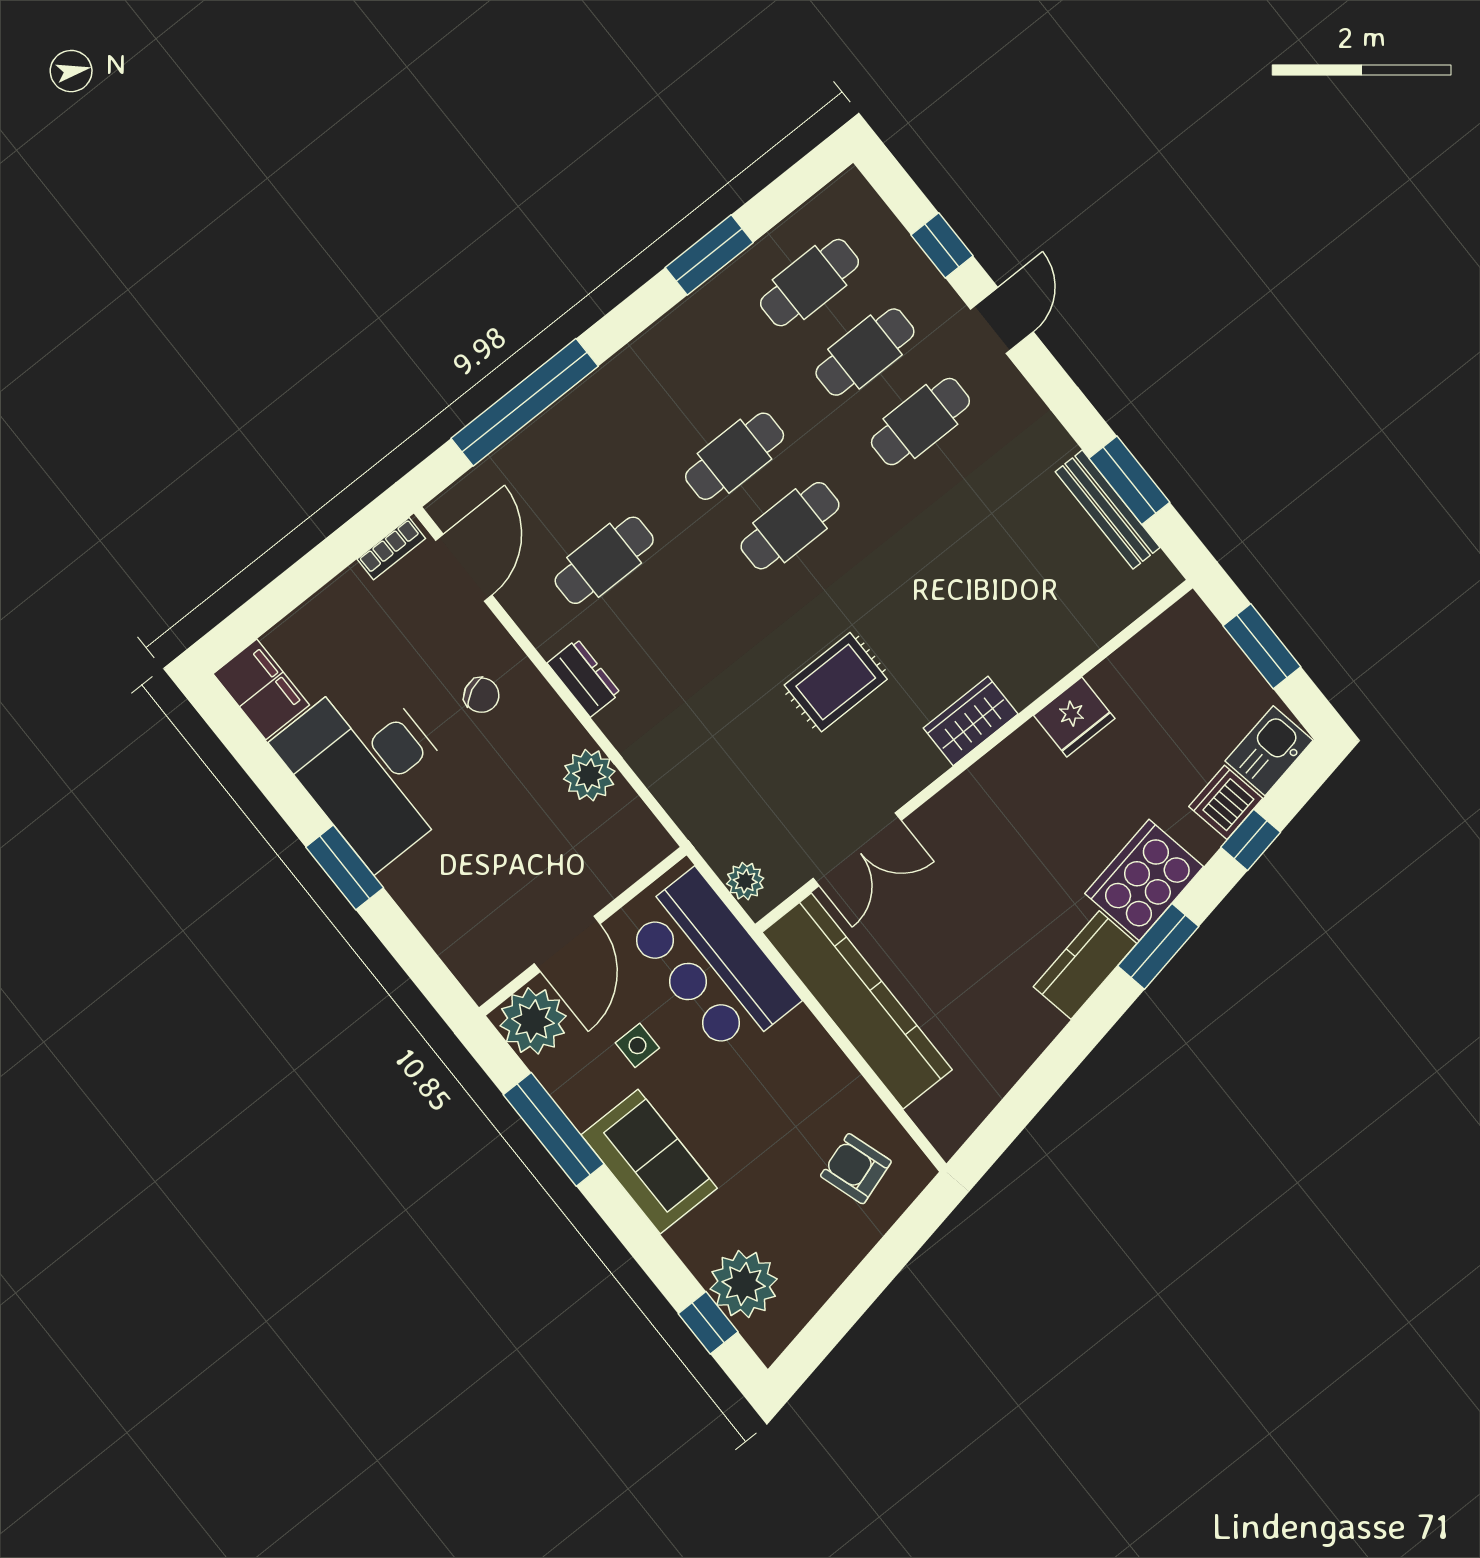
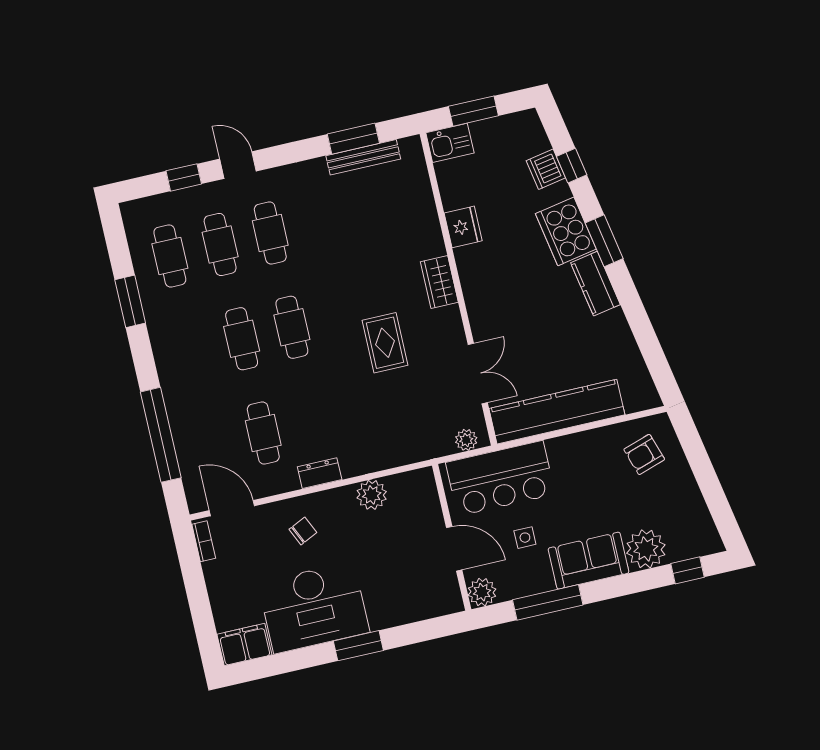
kitchen sink: (1269, 751) -> (450, 143), moved, turned -80
plant: (533, 1021) -> (482, 592), width x0.73, depth x0.73
plant: (744, 1284) -> (646, 549), moved

